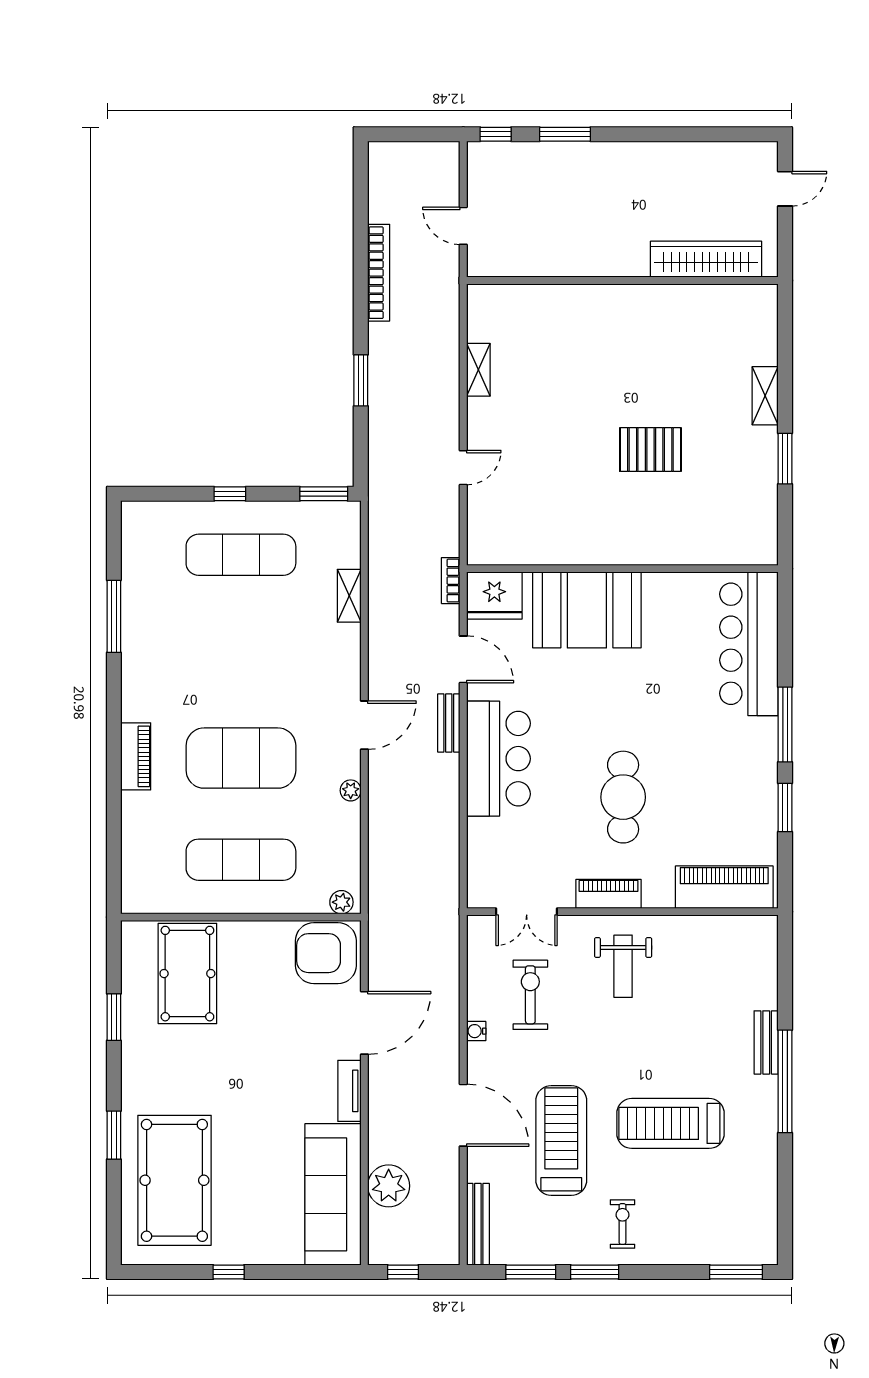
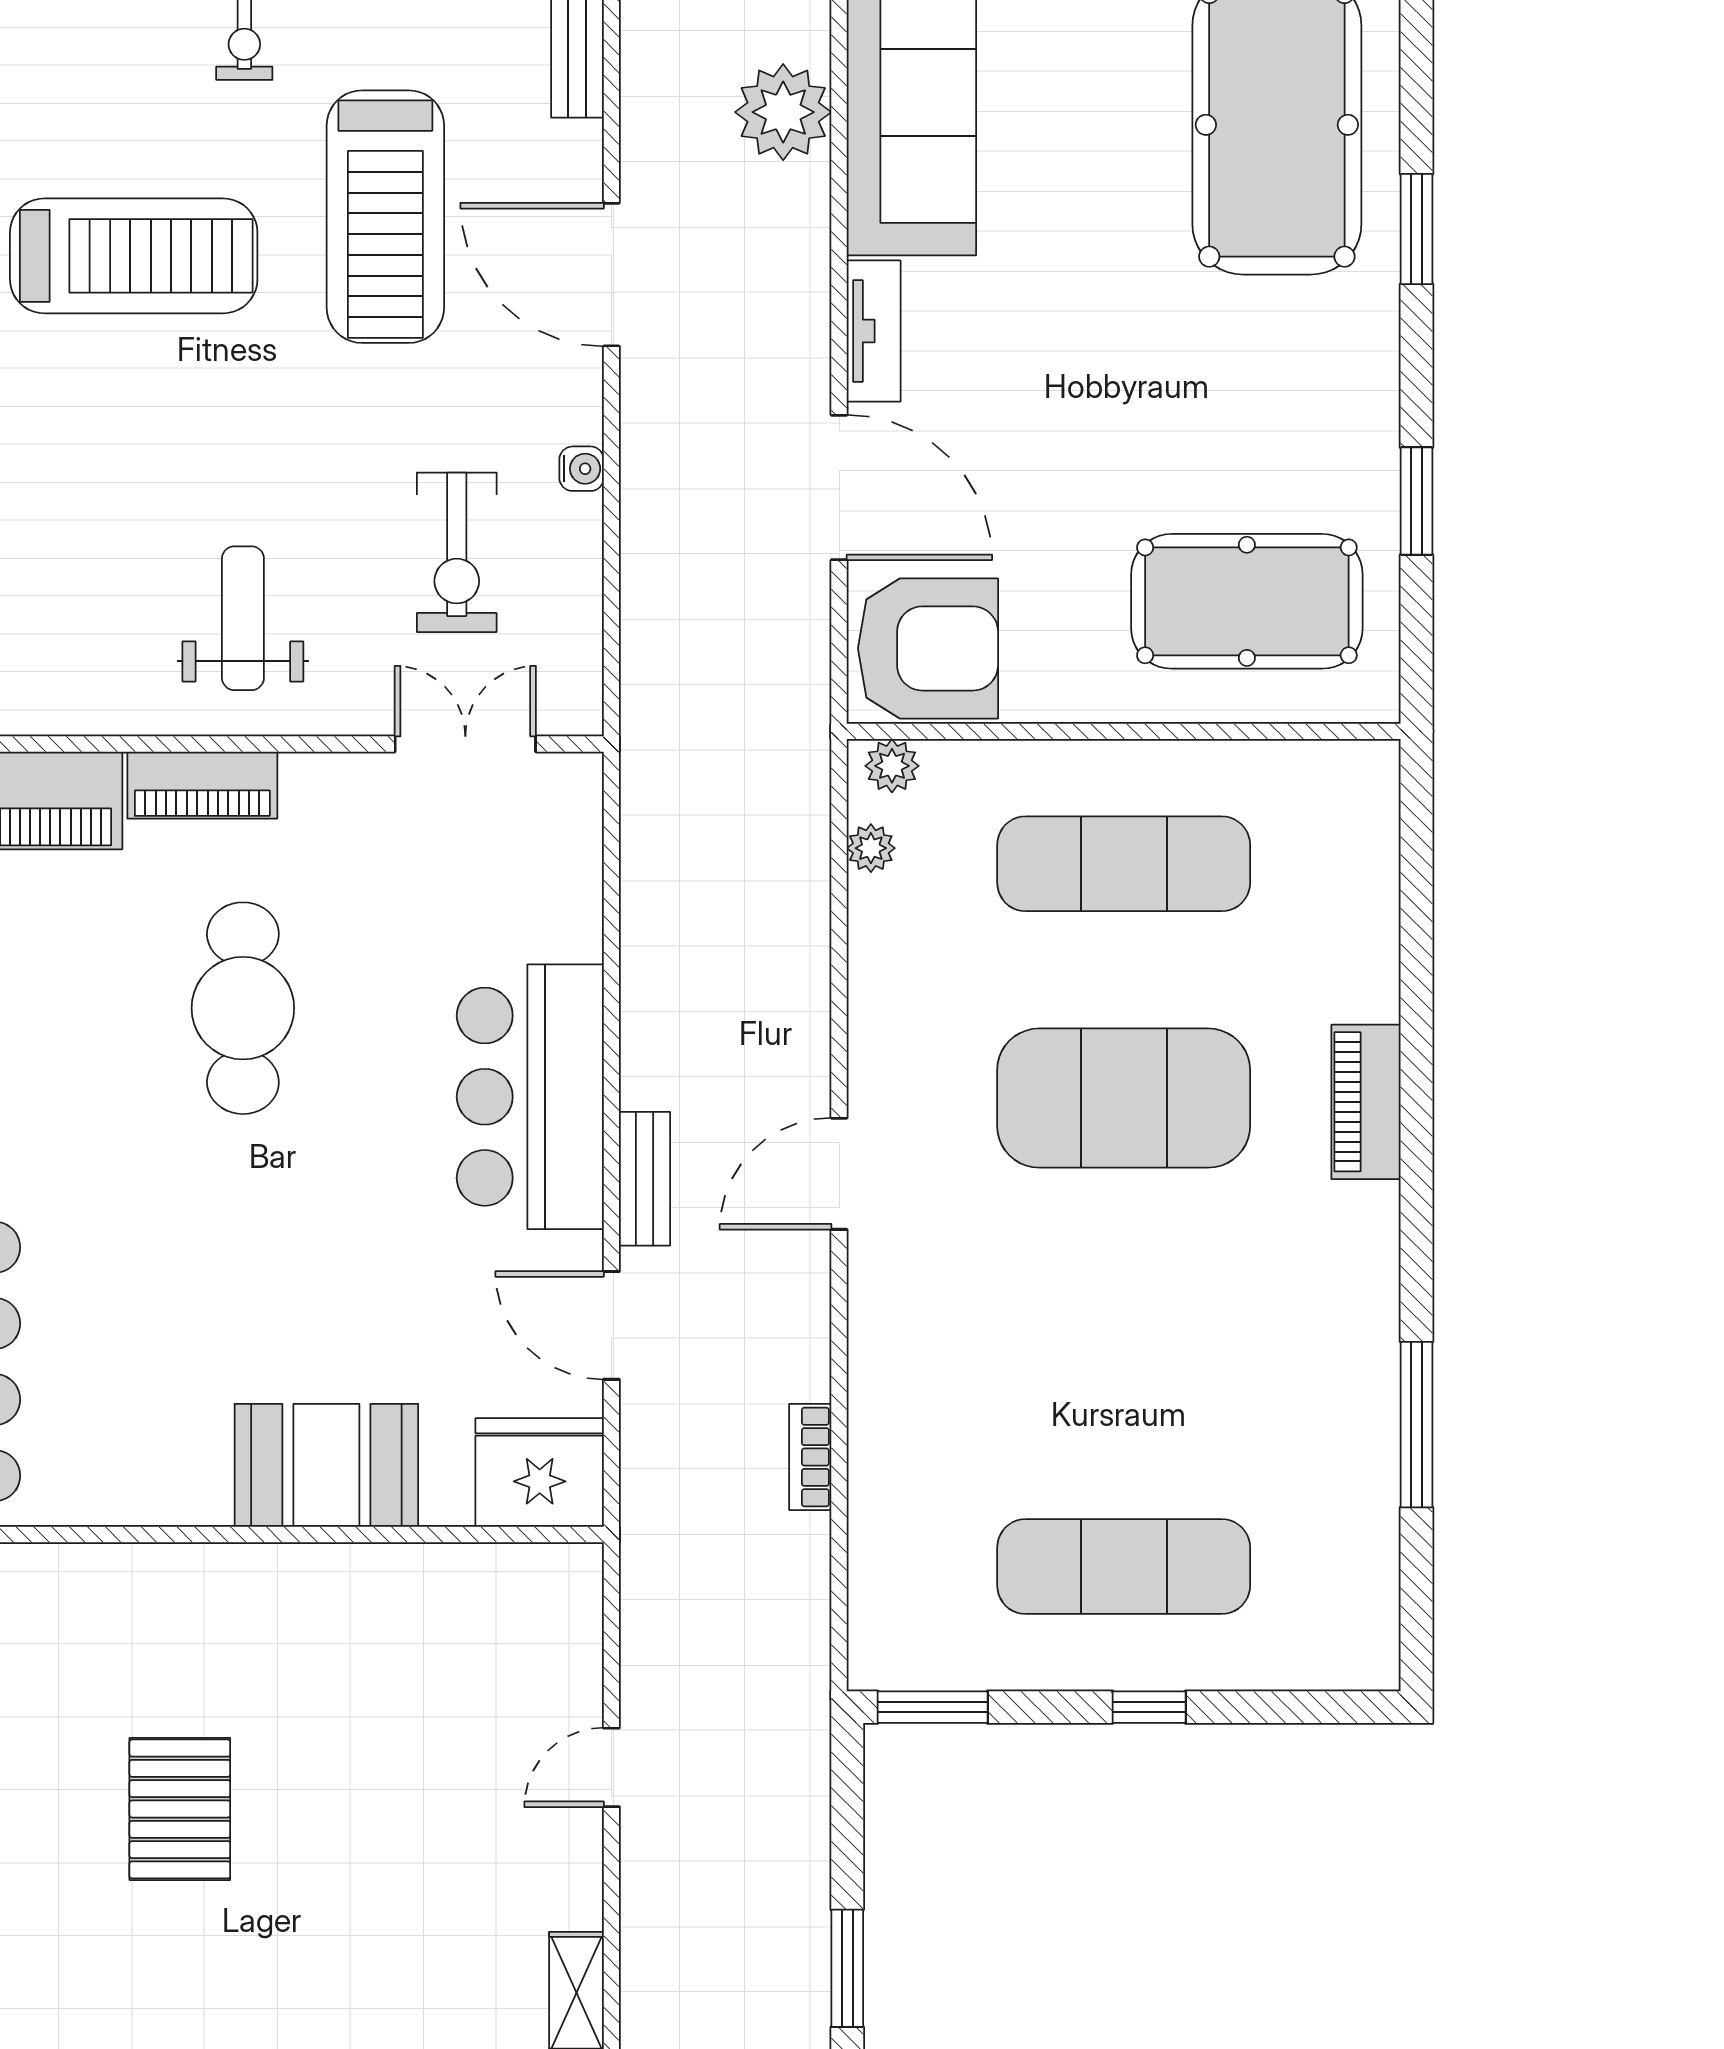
pallet: (650, 450) -> (180, 1809), turned 90
bookcase: (451, 581) -> (810, 1457), moved, turned 180
shelving: (349, 596) -> (874, 1472), removed
booth: (587, 610) -> (326, 1465), width x0.73, depth x0.70
plant: (351, 790) -> (871, 848), moved
piano: (608, 894) -> (202, 785), moved
pool table: (187, 974) -> (1247, 601), turned 90
door: (364, 1023) -> (839, 488), swing flipped

